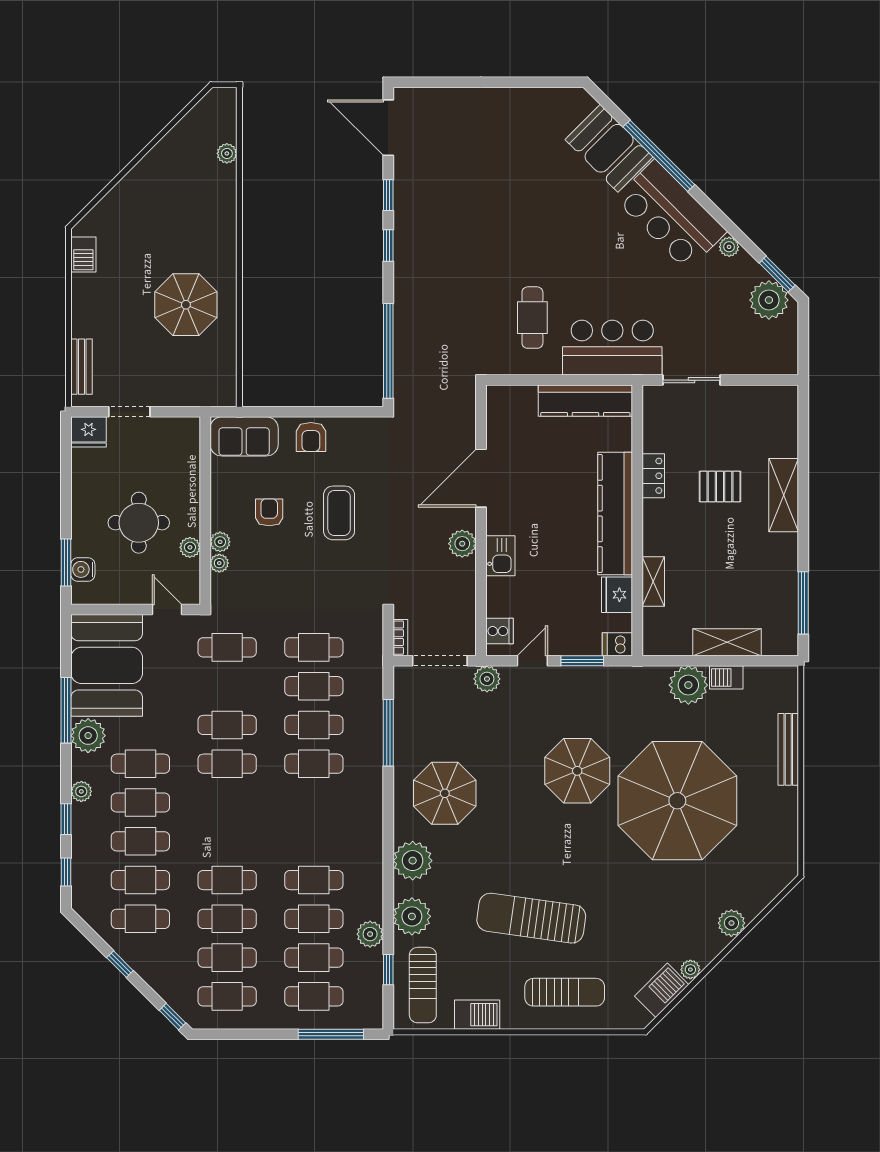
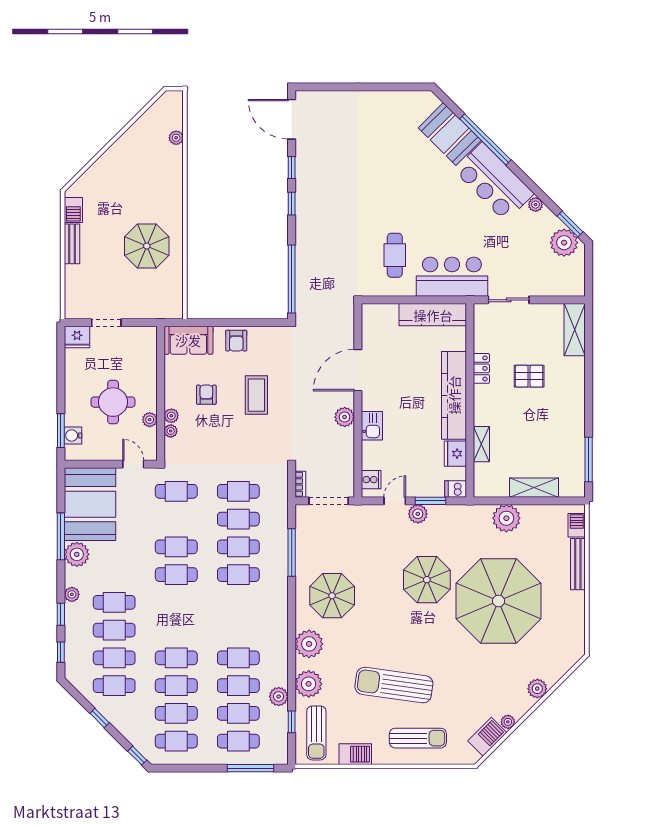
bench: (82, 367) -> (72, 244), moved
shelving: (784, 495) -> (575, 330), moved
barbecue: (726, 677) -> (577, 525), moved, turned 90
plant: (487, 679) -> (418, 514), moved
cafe table: (140, 764) -> (114, 575), removed

